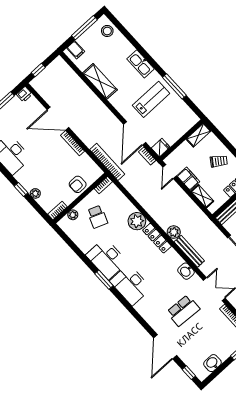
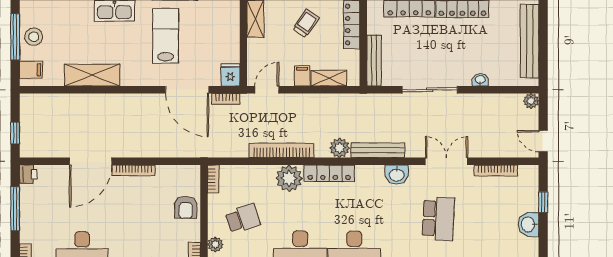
stool: (107, 31) -> (34, 37), moved
bookcase: (107, 162) -> (282, 150), moved
door: (170, 172) -> (267, 90), swing flipped
filing cabinet: (188, 179) -> (302, 76), width x0.50
school desk: (97, 217) -> (243, 219), turned -39
washbasin: (212, 363) -> (528, 224), moved

